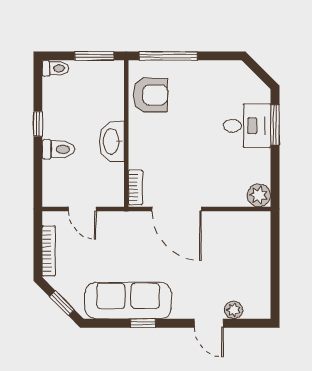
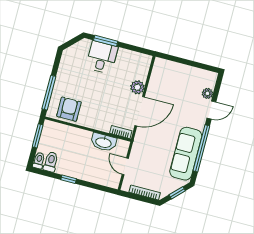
washbasin: (112, 141) -> (104, 142), moved
toilet: (58, 149) -> (51, 162), moved
plant: (259, 195) -> (137, 87), moved
door: (82, 209) -> (125, 166), swing flipped
window: (143, 323) -> (201, 148), width x3.17

